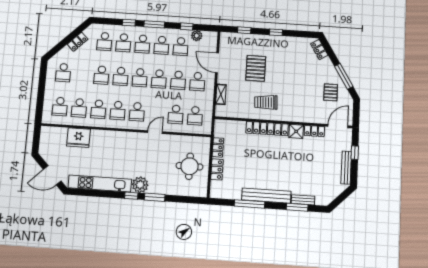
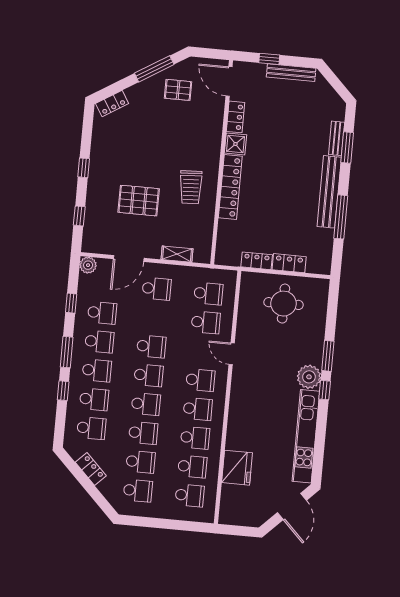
plant: (197, 36) -> (88, 265), moved
school desk: (178, 80) -> (141, 462), moved

